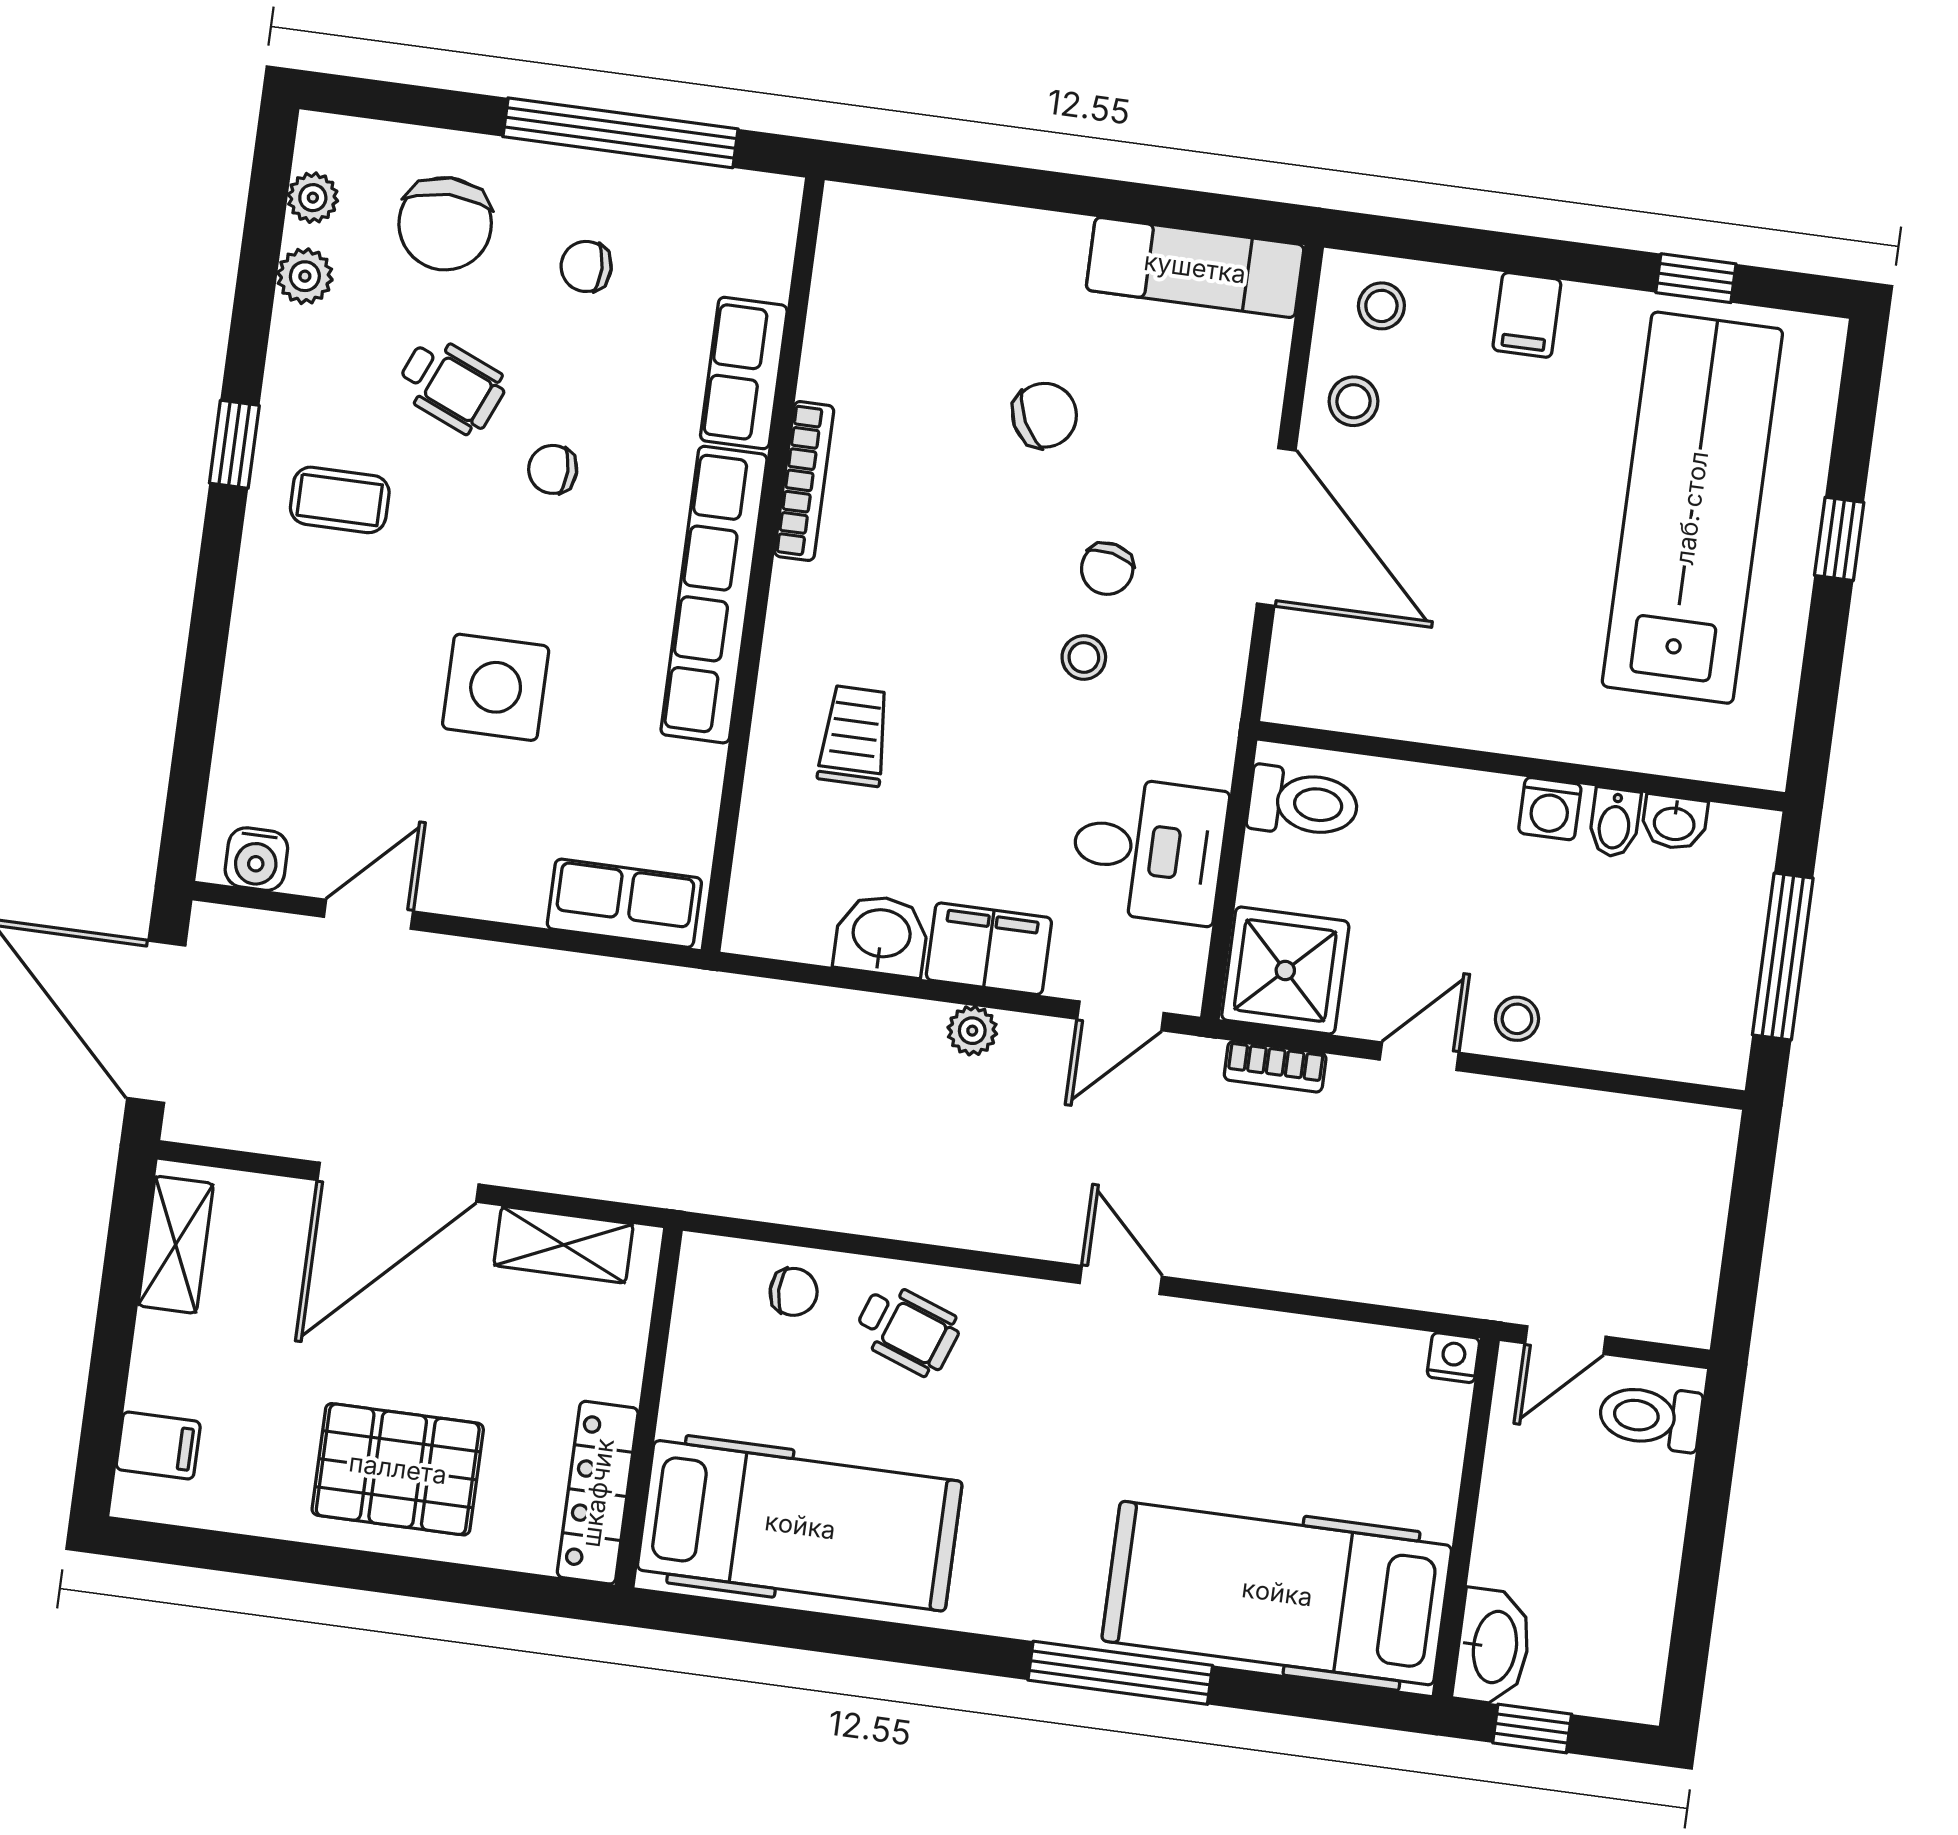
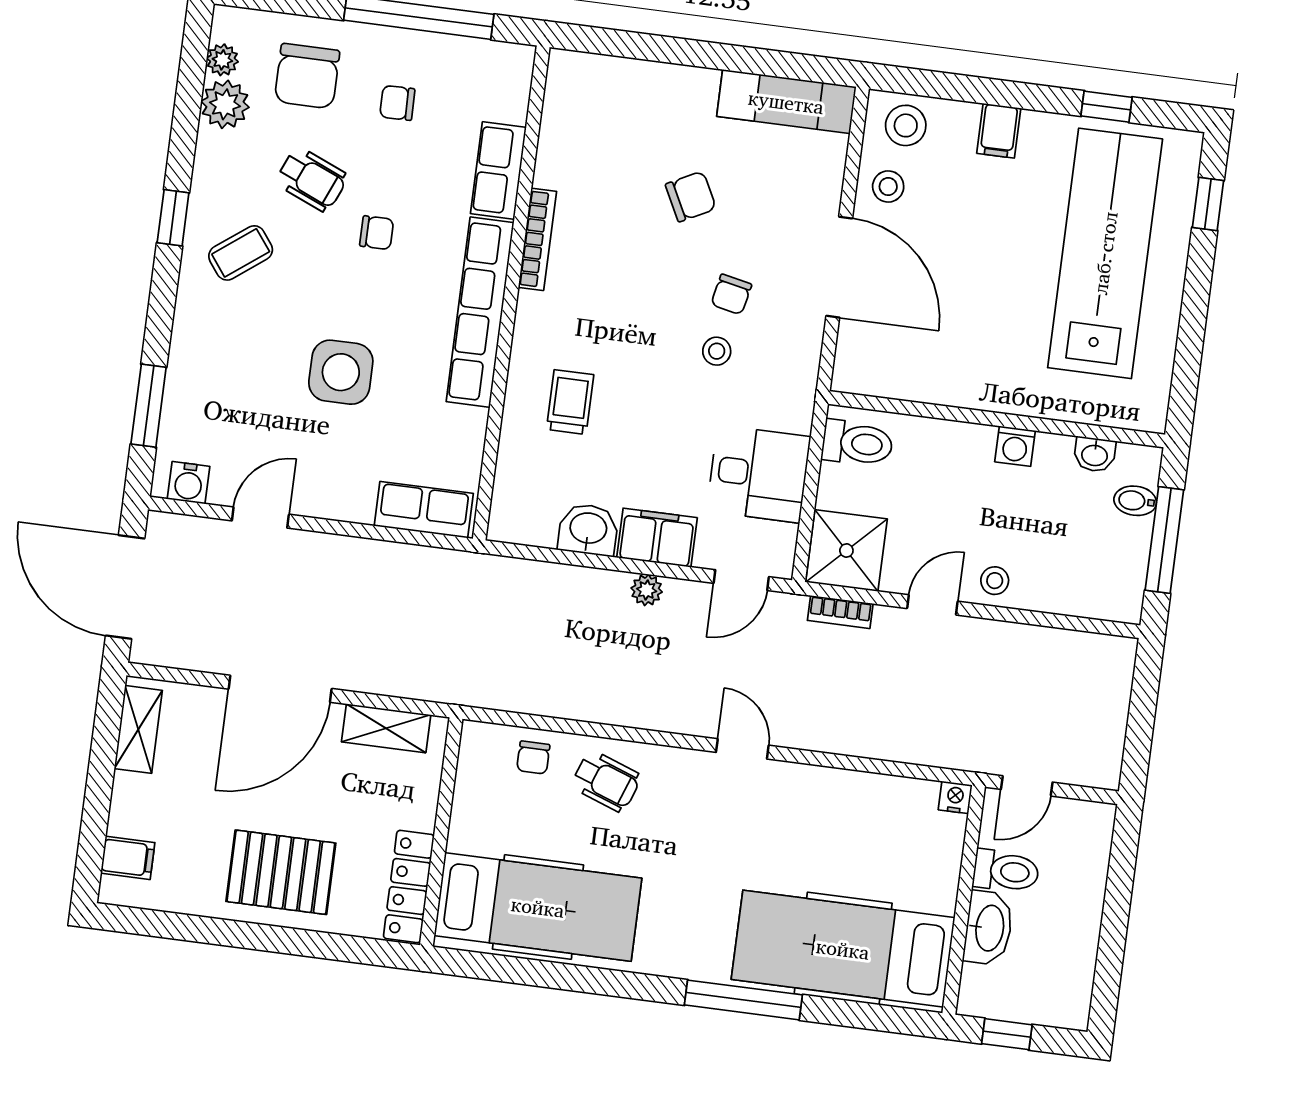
plant: (305, 276) -> (225, 104), width x1.38, depth x1.38
stool: (1381, 306) -> (906, 125), width x1.37, depth x1.37
chair: (553, 469) -> (377, 233), turned 180
coffee table: (340, 500) -> (241, 253), turned -37
window: (1839, 539) -> (1208, 204), moved
window: (195, 738) -> (149, 406), added
bidet: (1615, 823) -> (1135, 501), moved, turned 90
chair: (794, 1292) -> (533, 758), turned 90
toilet: (1650, 1417) -> (1006, 871), moved, turned 180
washbasin: (1493, 1647) -> (988, 928), moved

